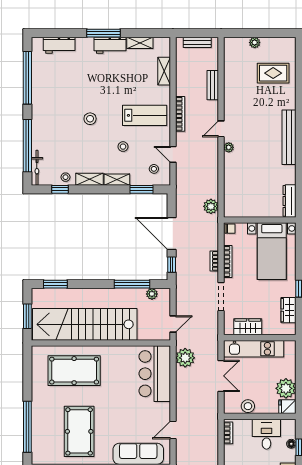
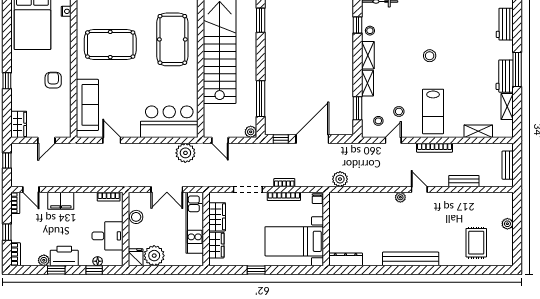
stool: (123, 147) -> (399, 111), moved
plant: (152, 294) -> (251, 132), moved
wardrobe: (288, 310) -> (216, 245), moved, turned 90

